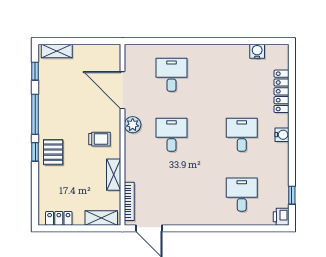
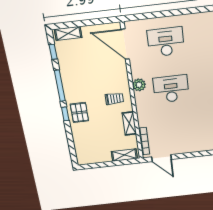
desk: (171, 75) -> (166, 42), width x1.37
door: (123, 90) -> (125, 44), moved
desk: (171, 135) -> (171, 89), width x1.37
locker: (59, 218) -> (92, 159), removed

